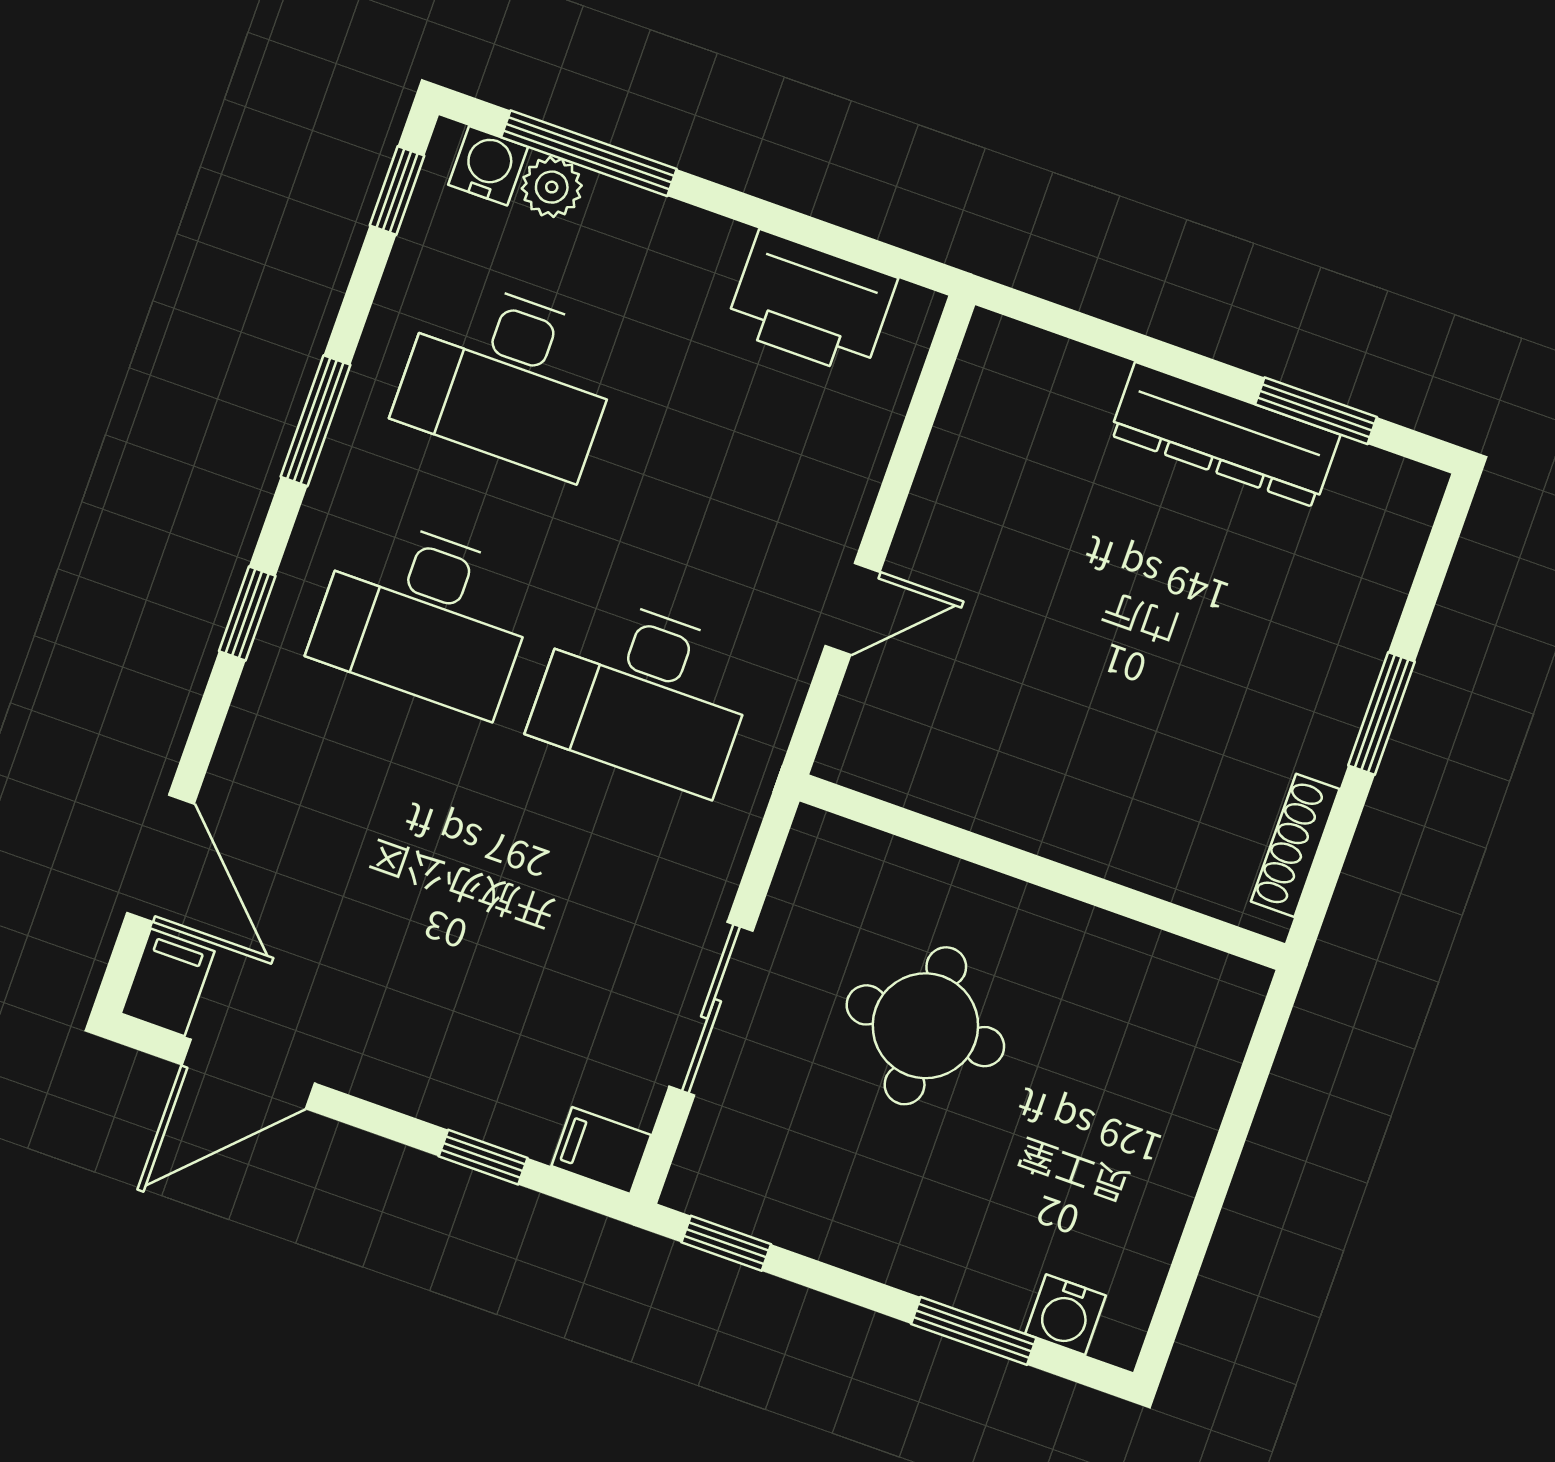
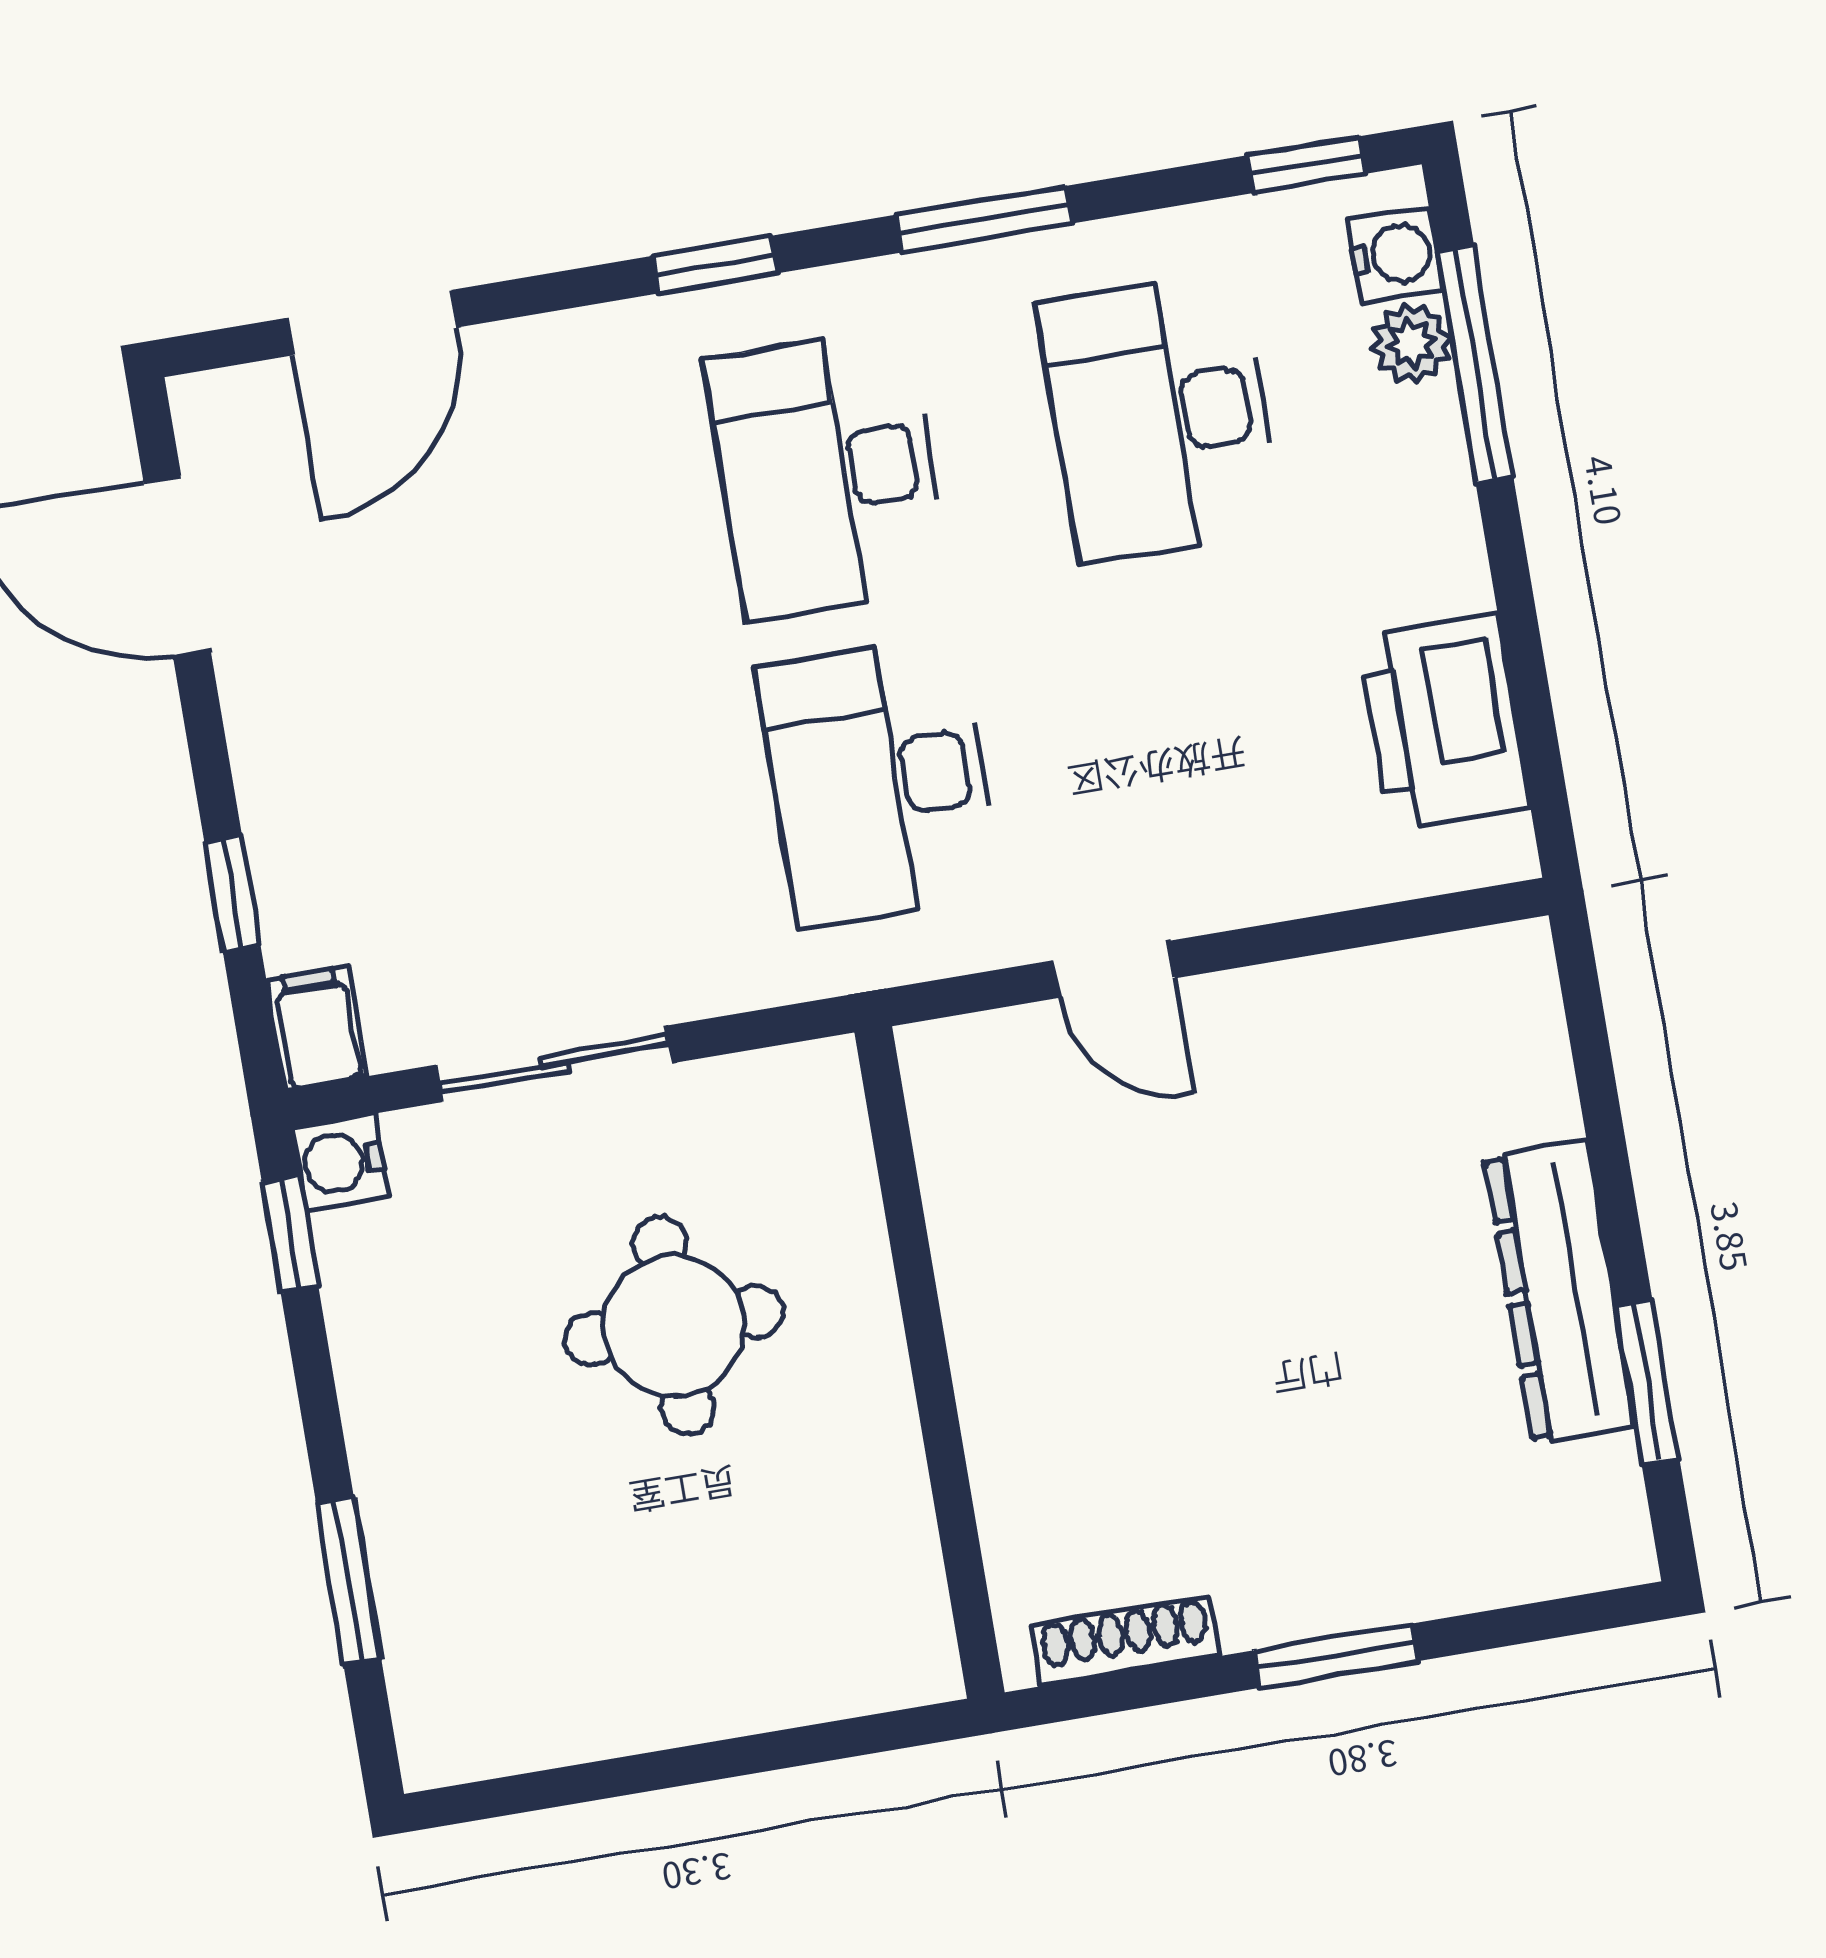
filing cabinet: (168, 982) -> (232, 412), removed
water cooler: (1066, 1315) -> (340, 1162), moved

